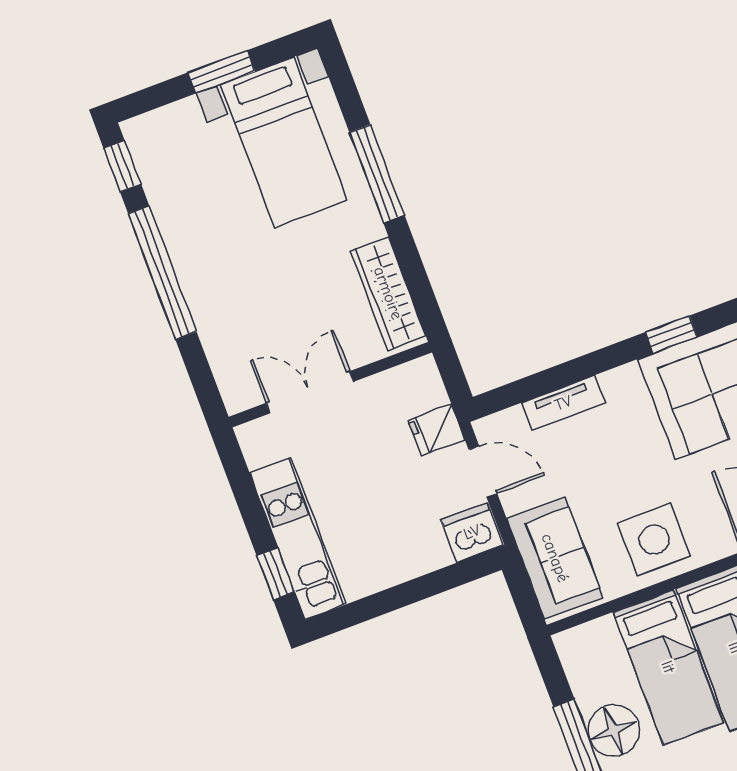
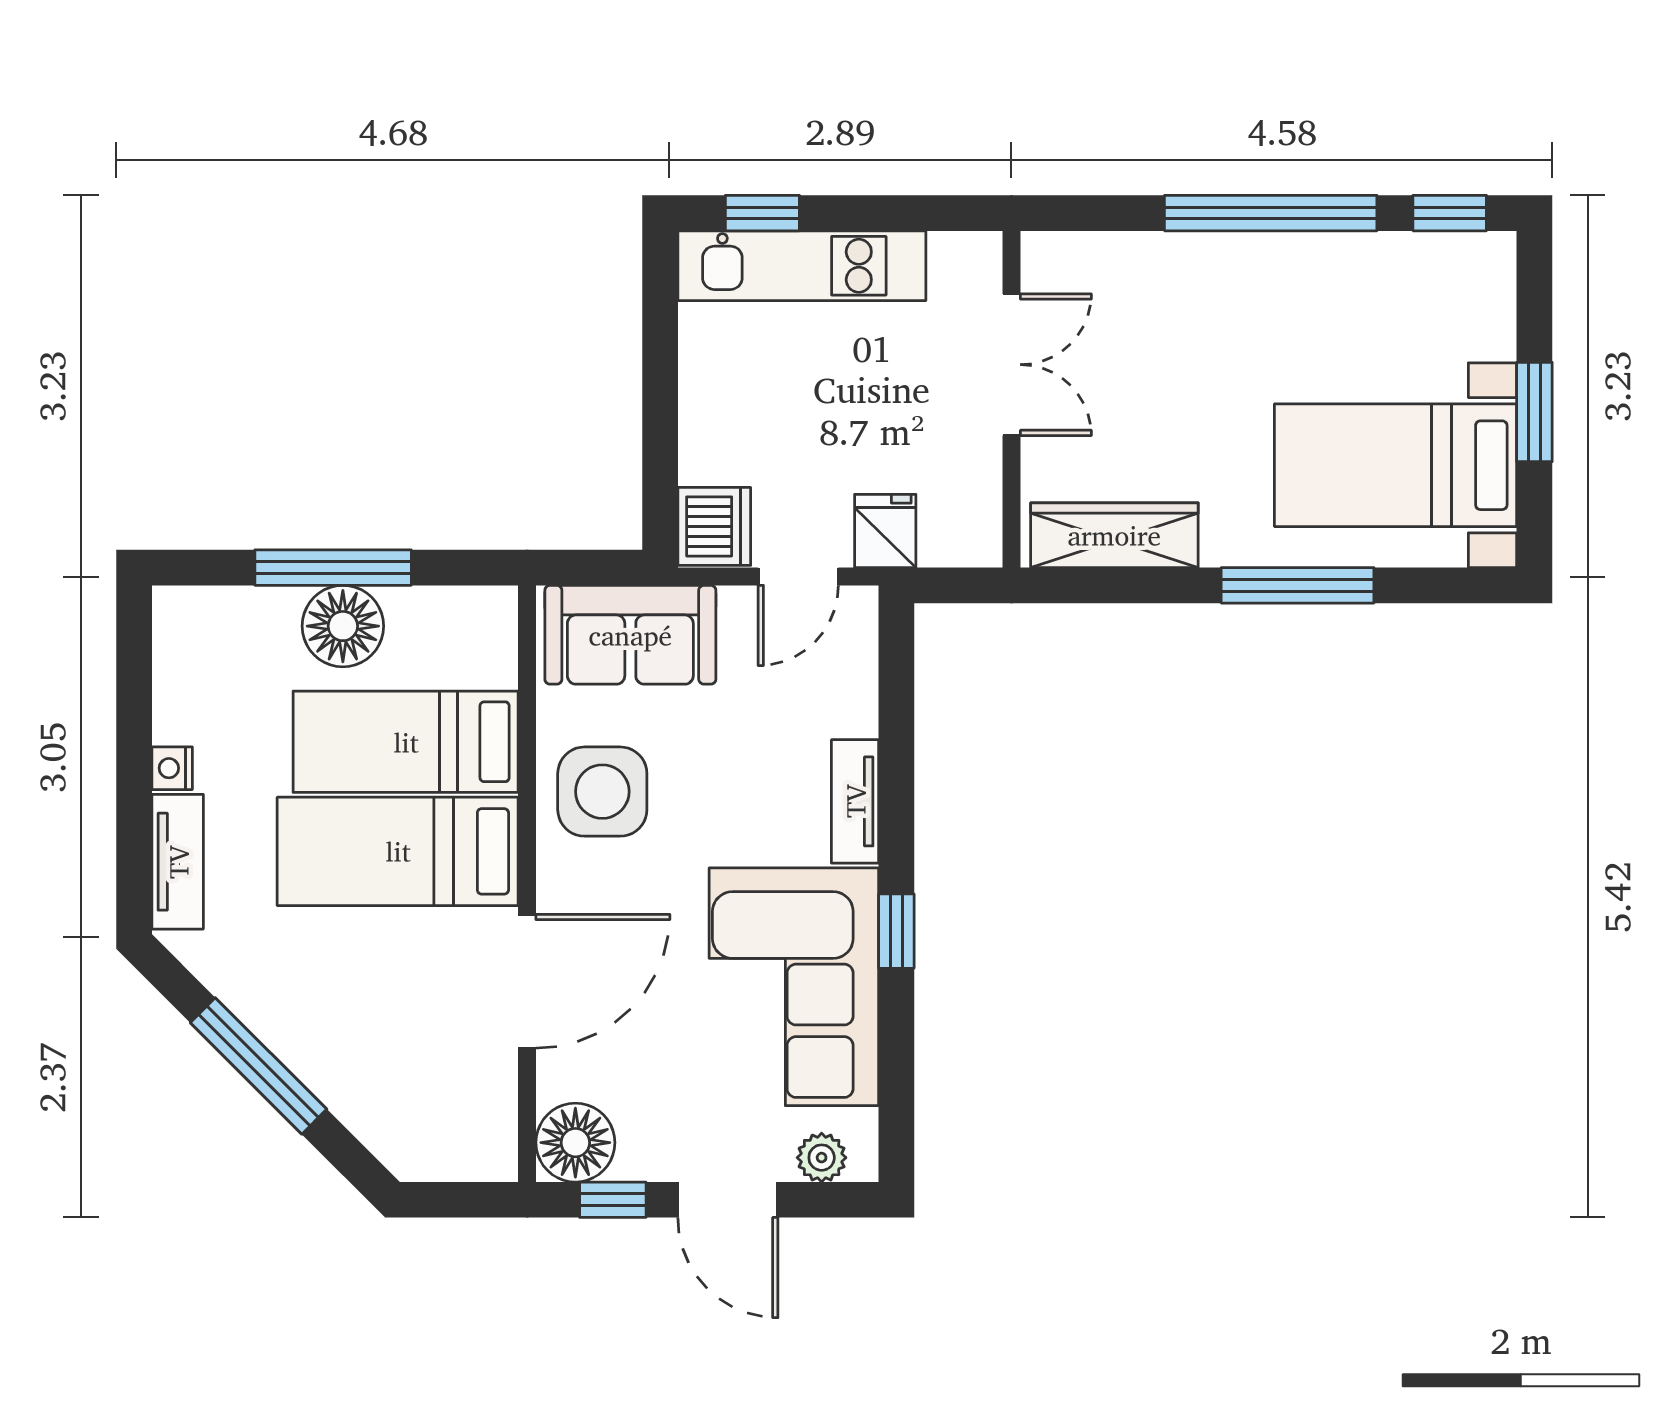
tv unit: (563, 403) -> (855, 801), moved

